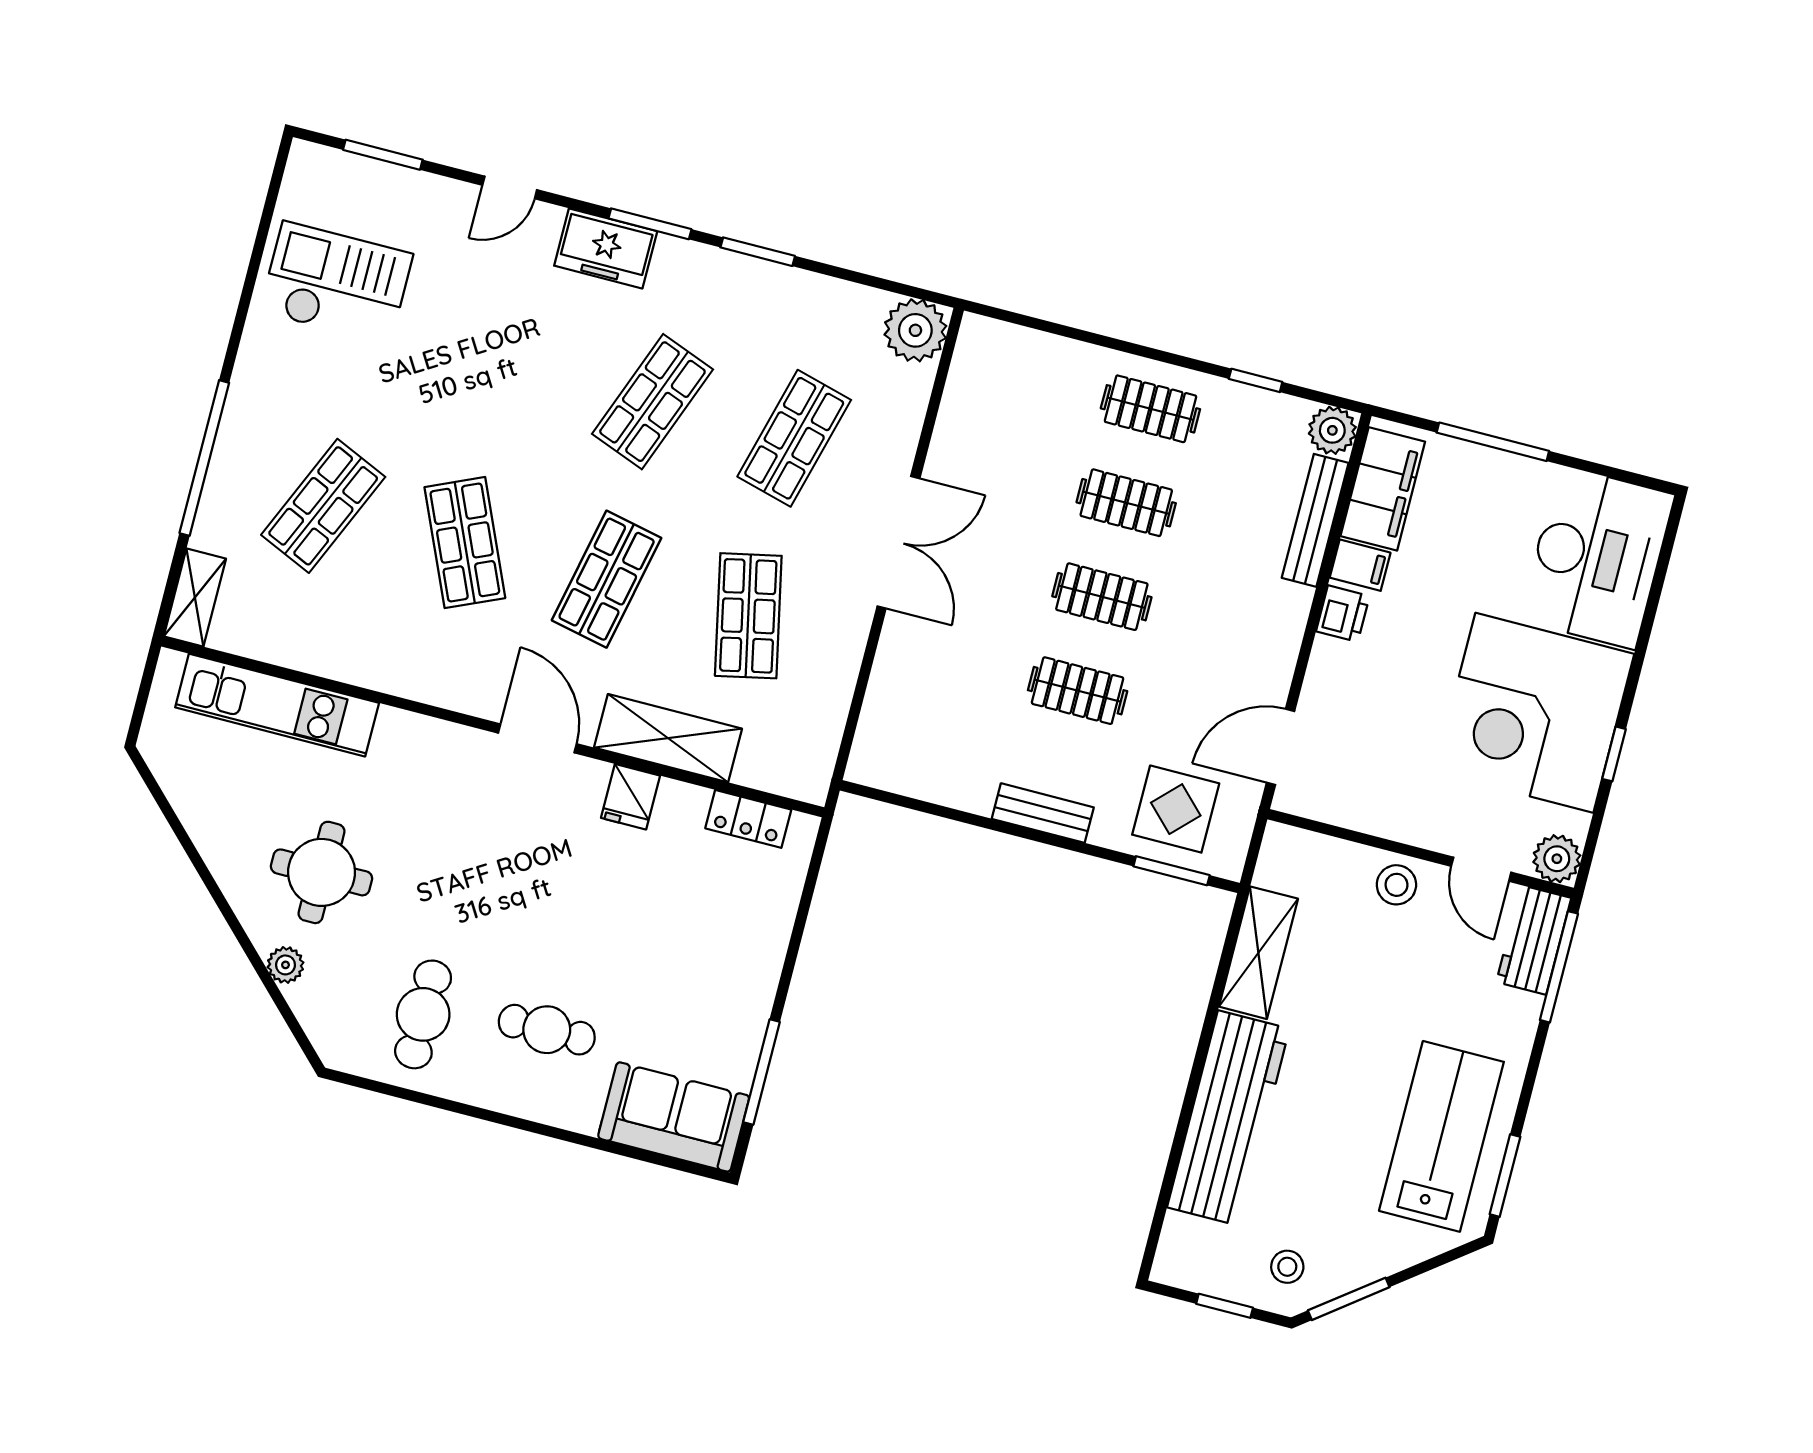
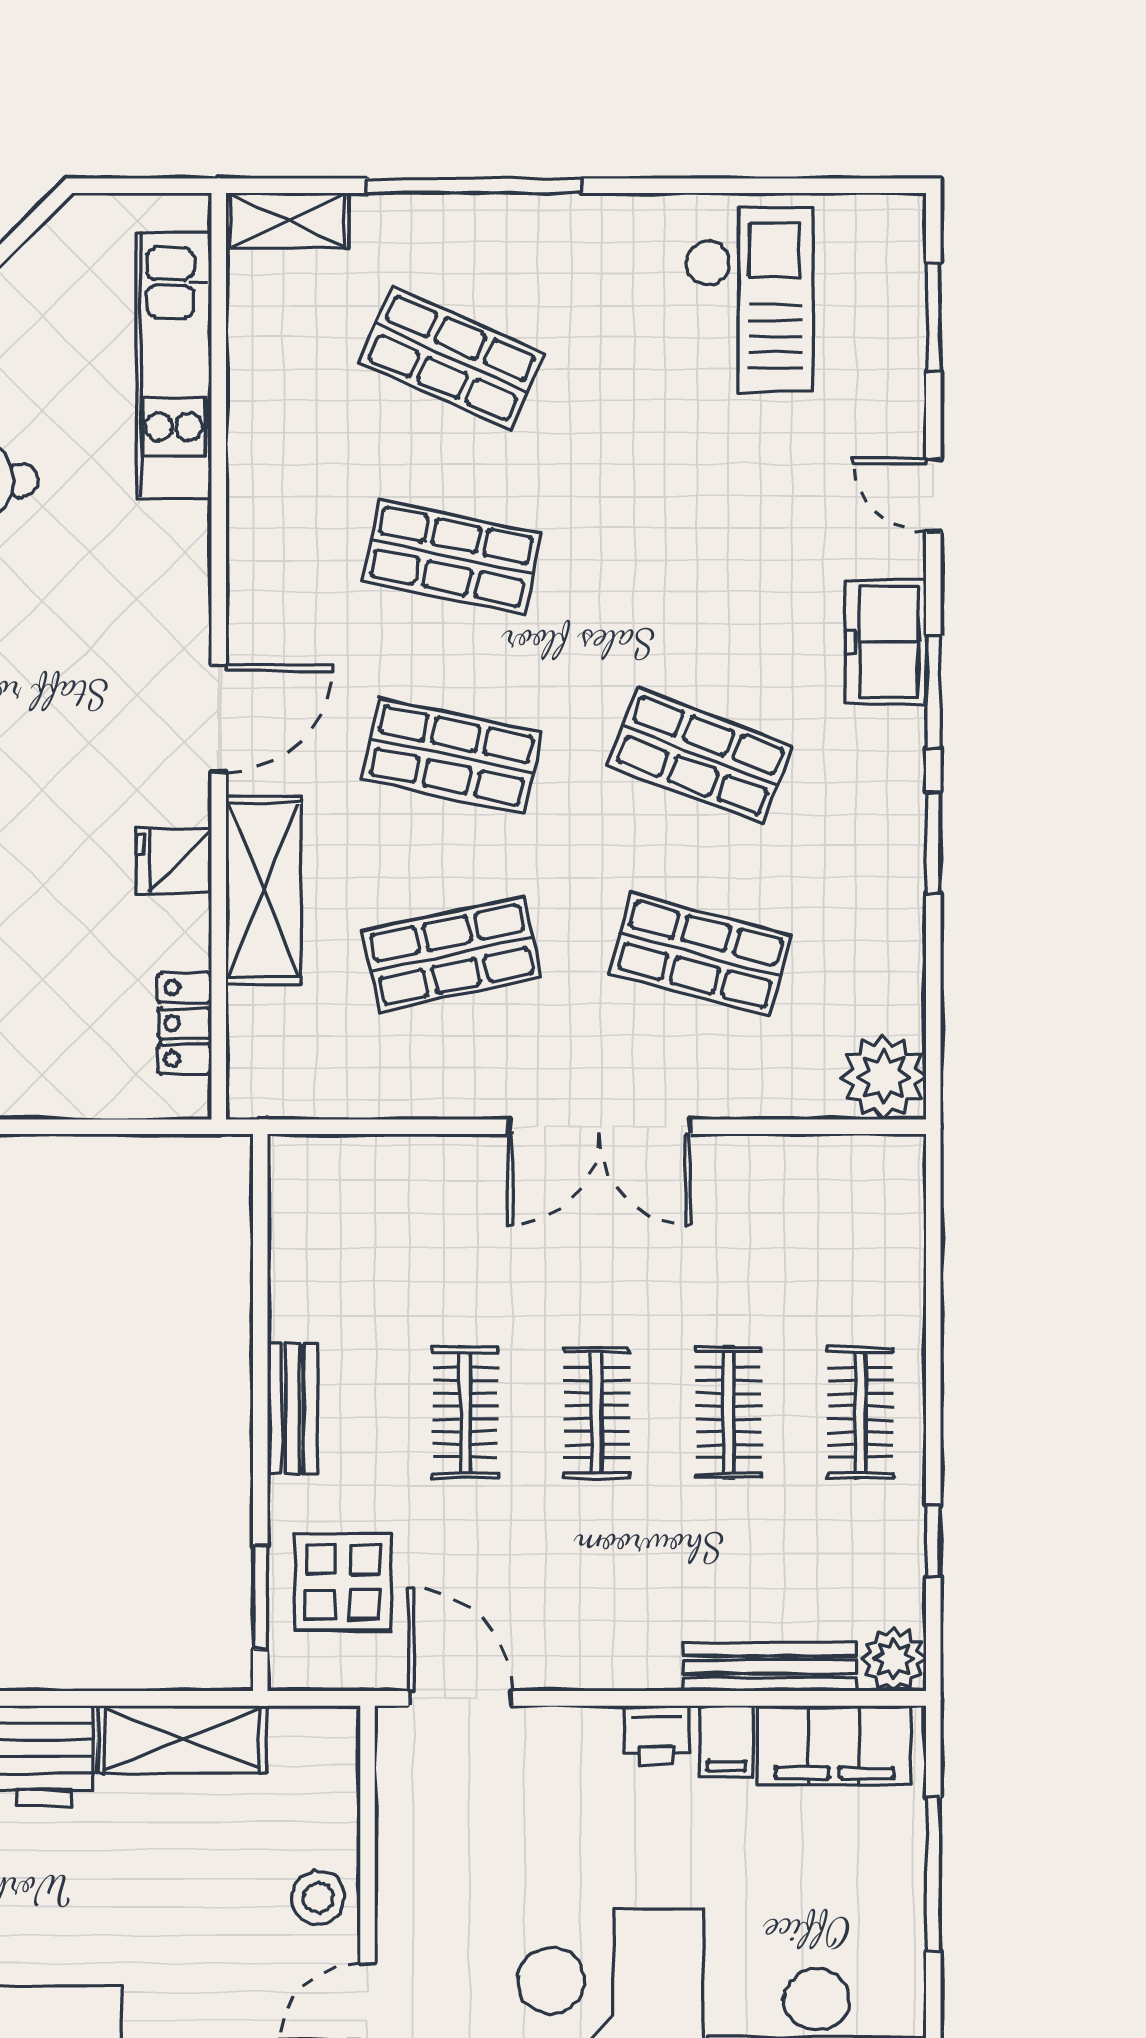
shop shelf: (465, 543) -> (452, 557), turned 36

